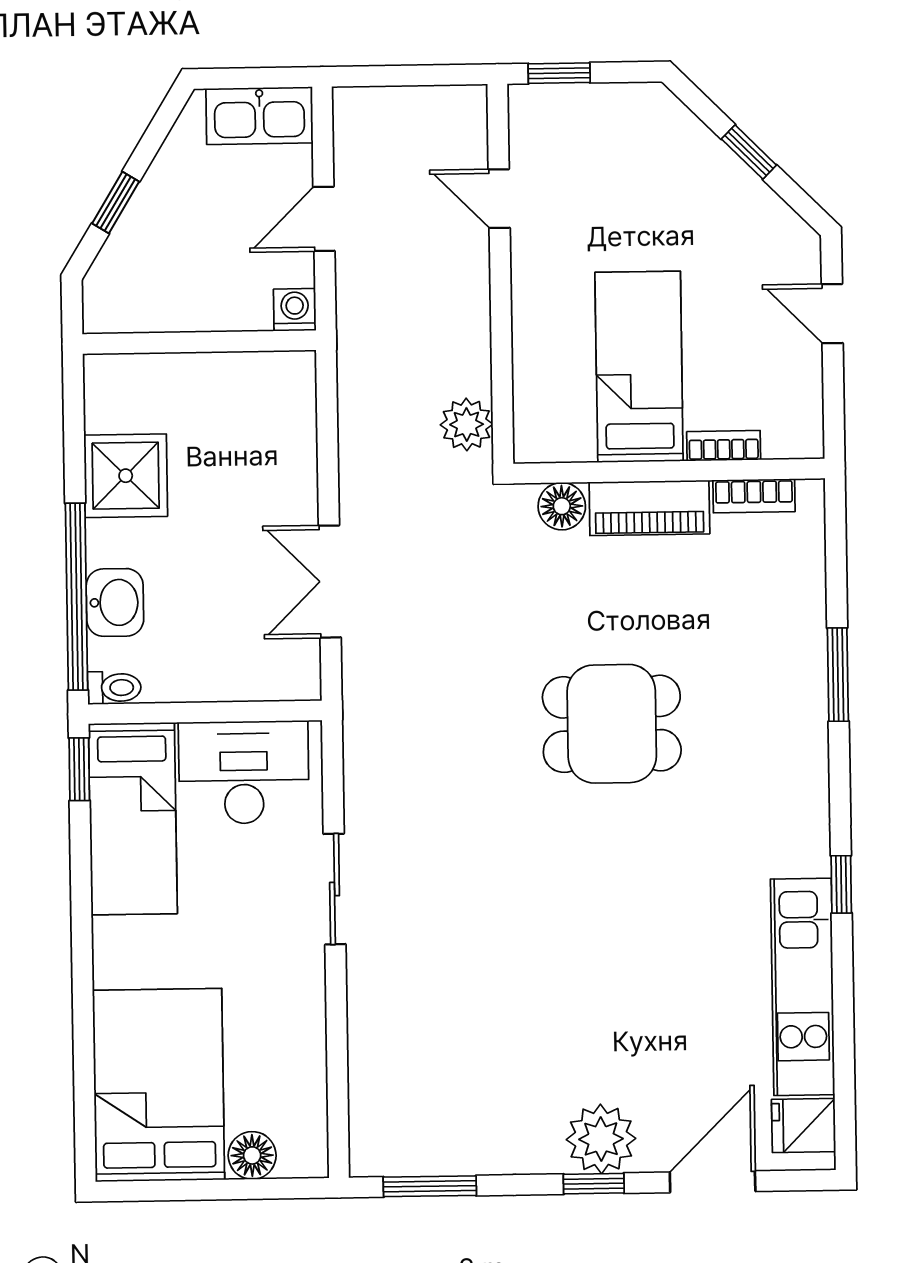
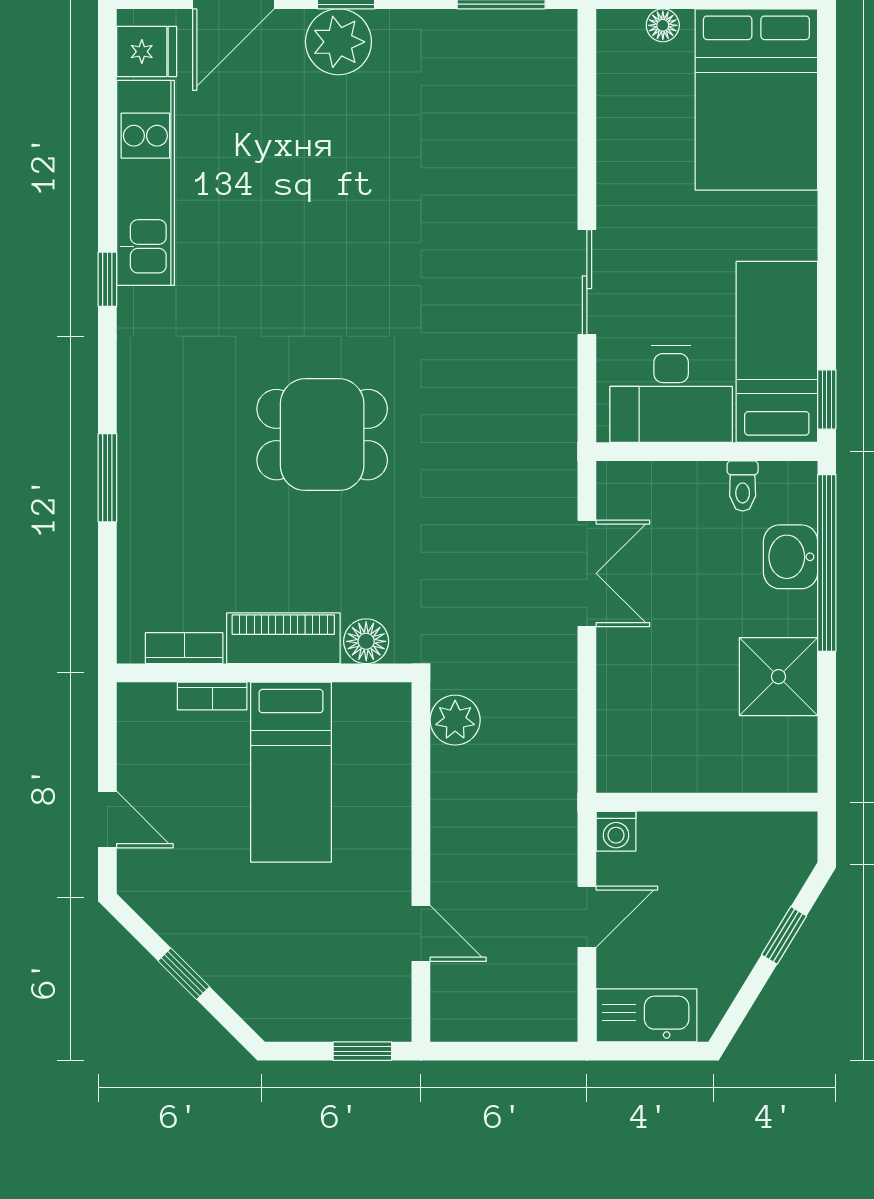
toilet: (114, 688) -> (743, 486), moved, turned -90
floor lamp: (252, 1155) -> (663, 25), width x0.73, depth x0.73

